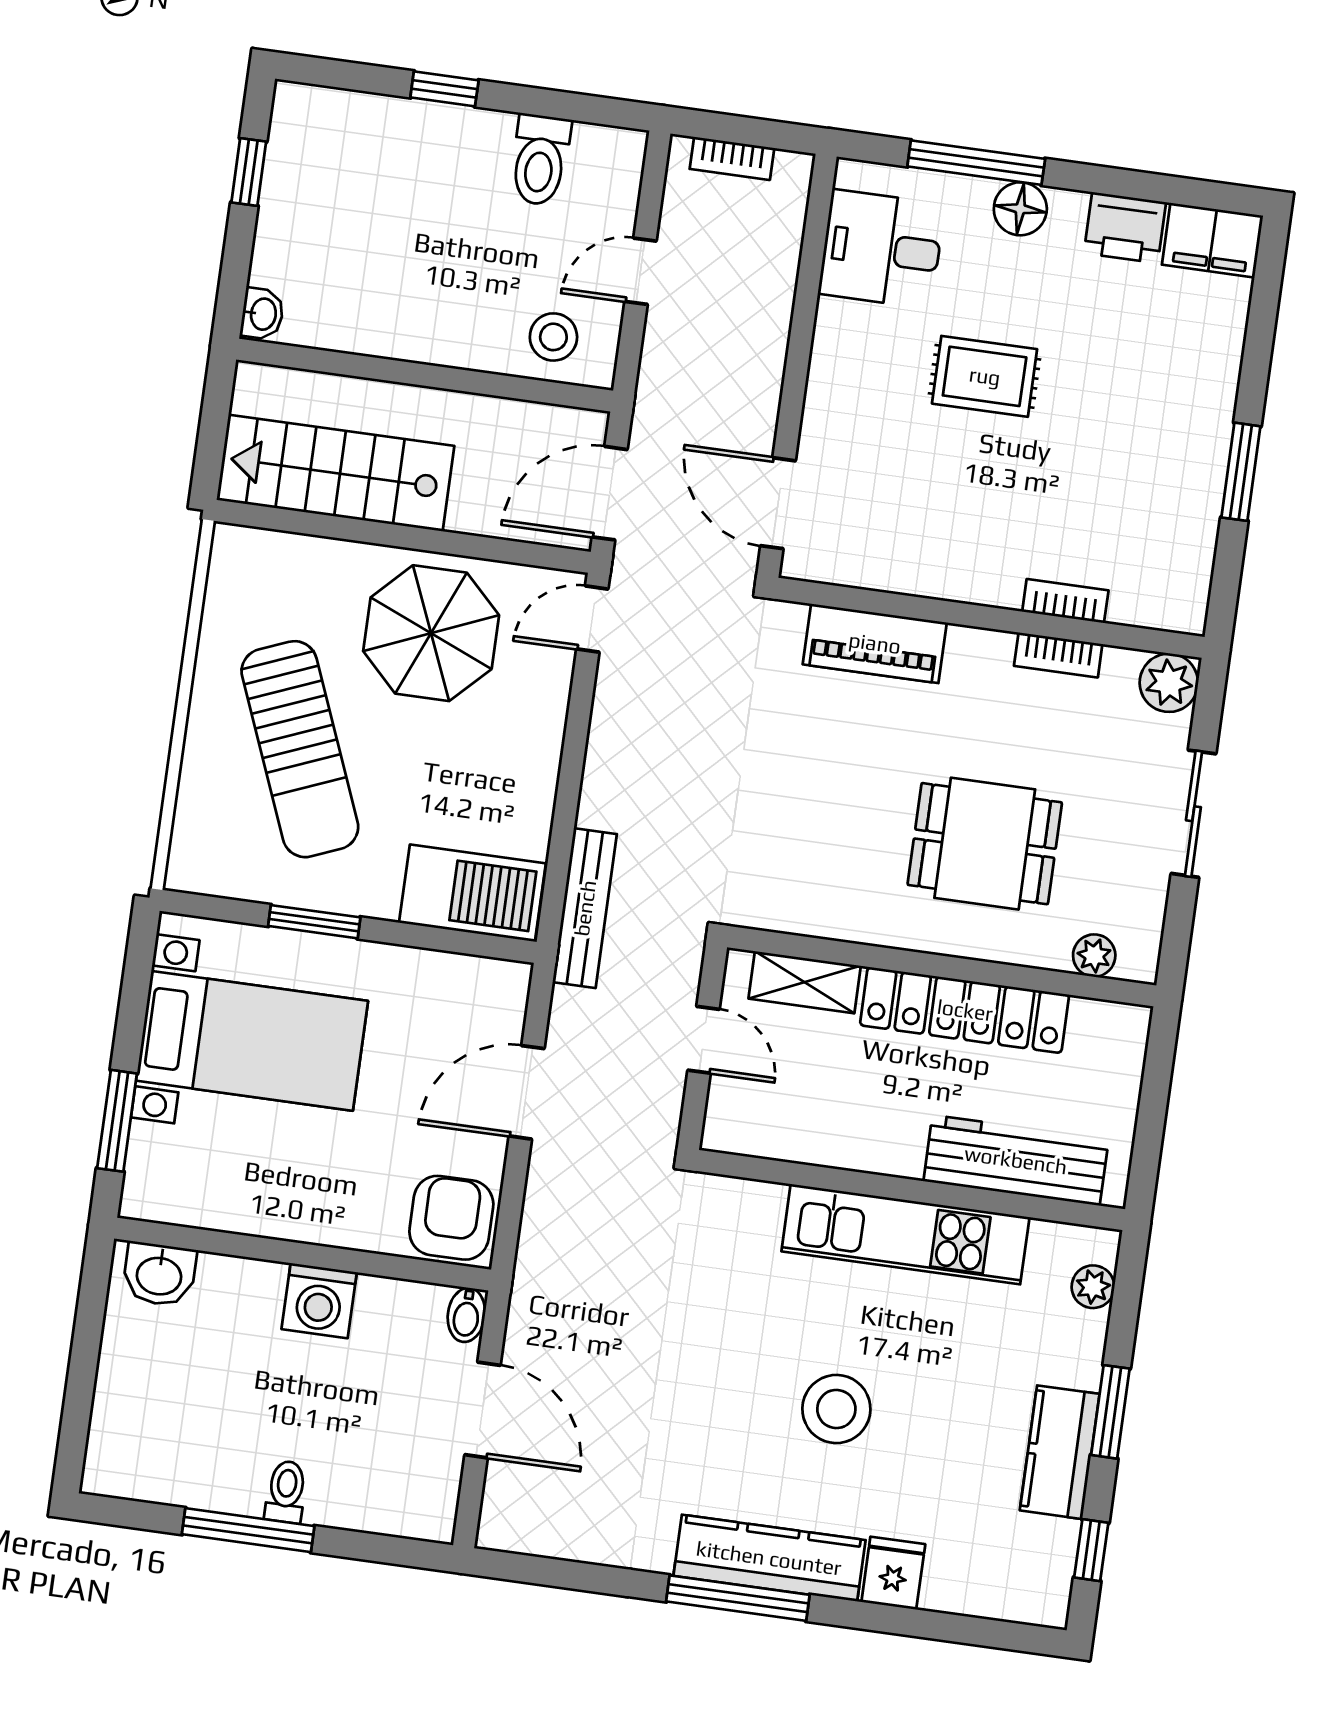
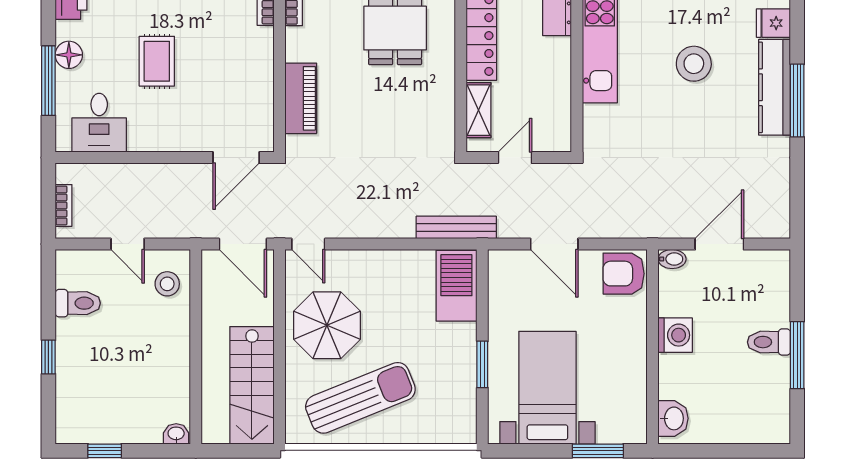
sun lounger: (300, 749) -> (360, 398), moved
toilet: (286, 1492) -> (769, 342), width x1.37, depth x1.39

